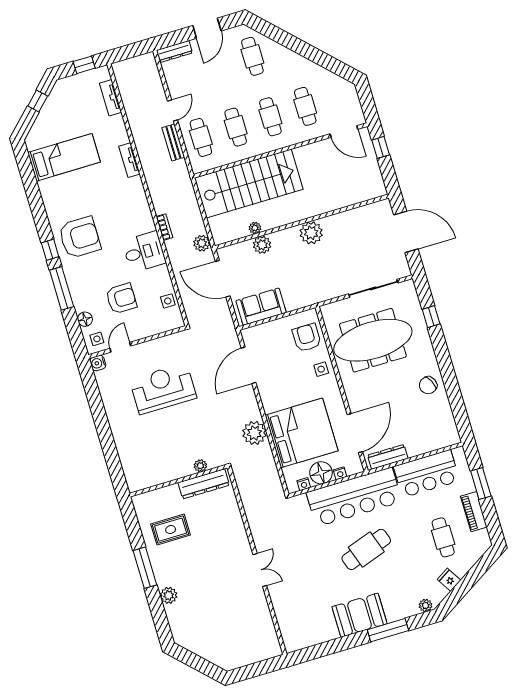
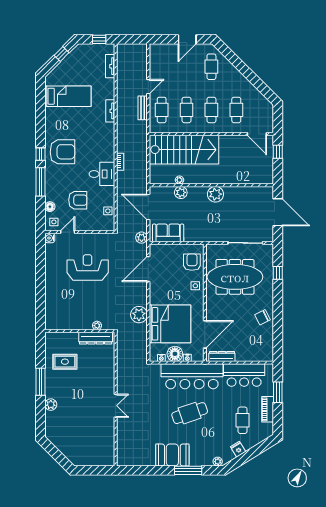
dresser: (174, 52) -> (161, 48), removed
plant: (202, 243) -> (142, 238), moved

